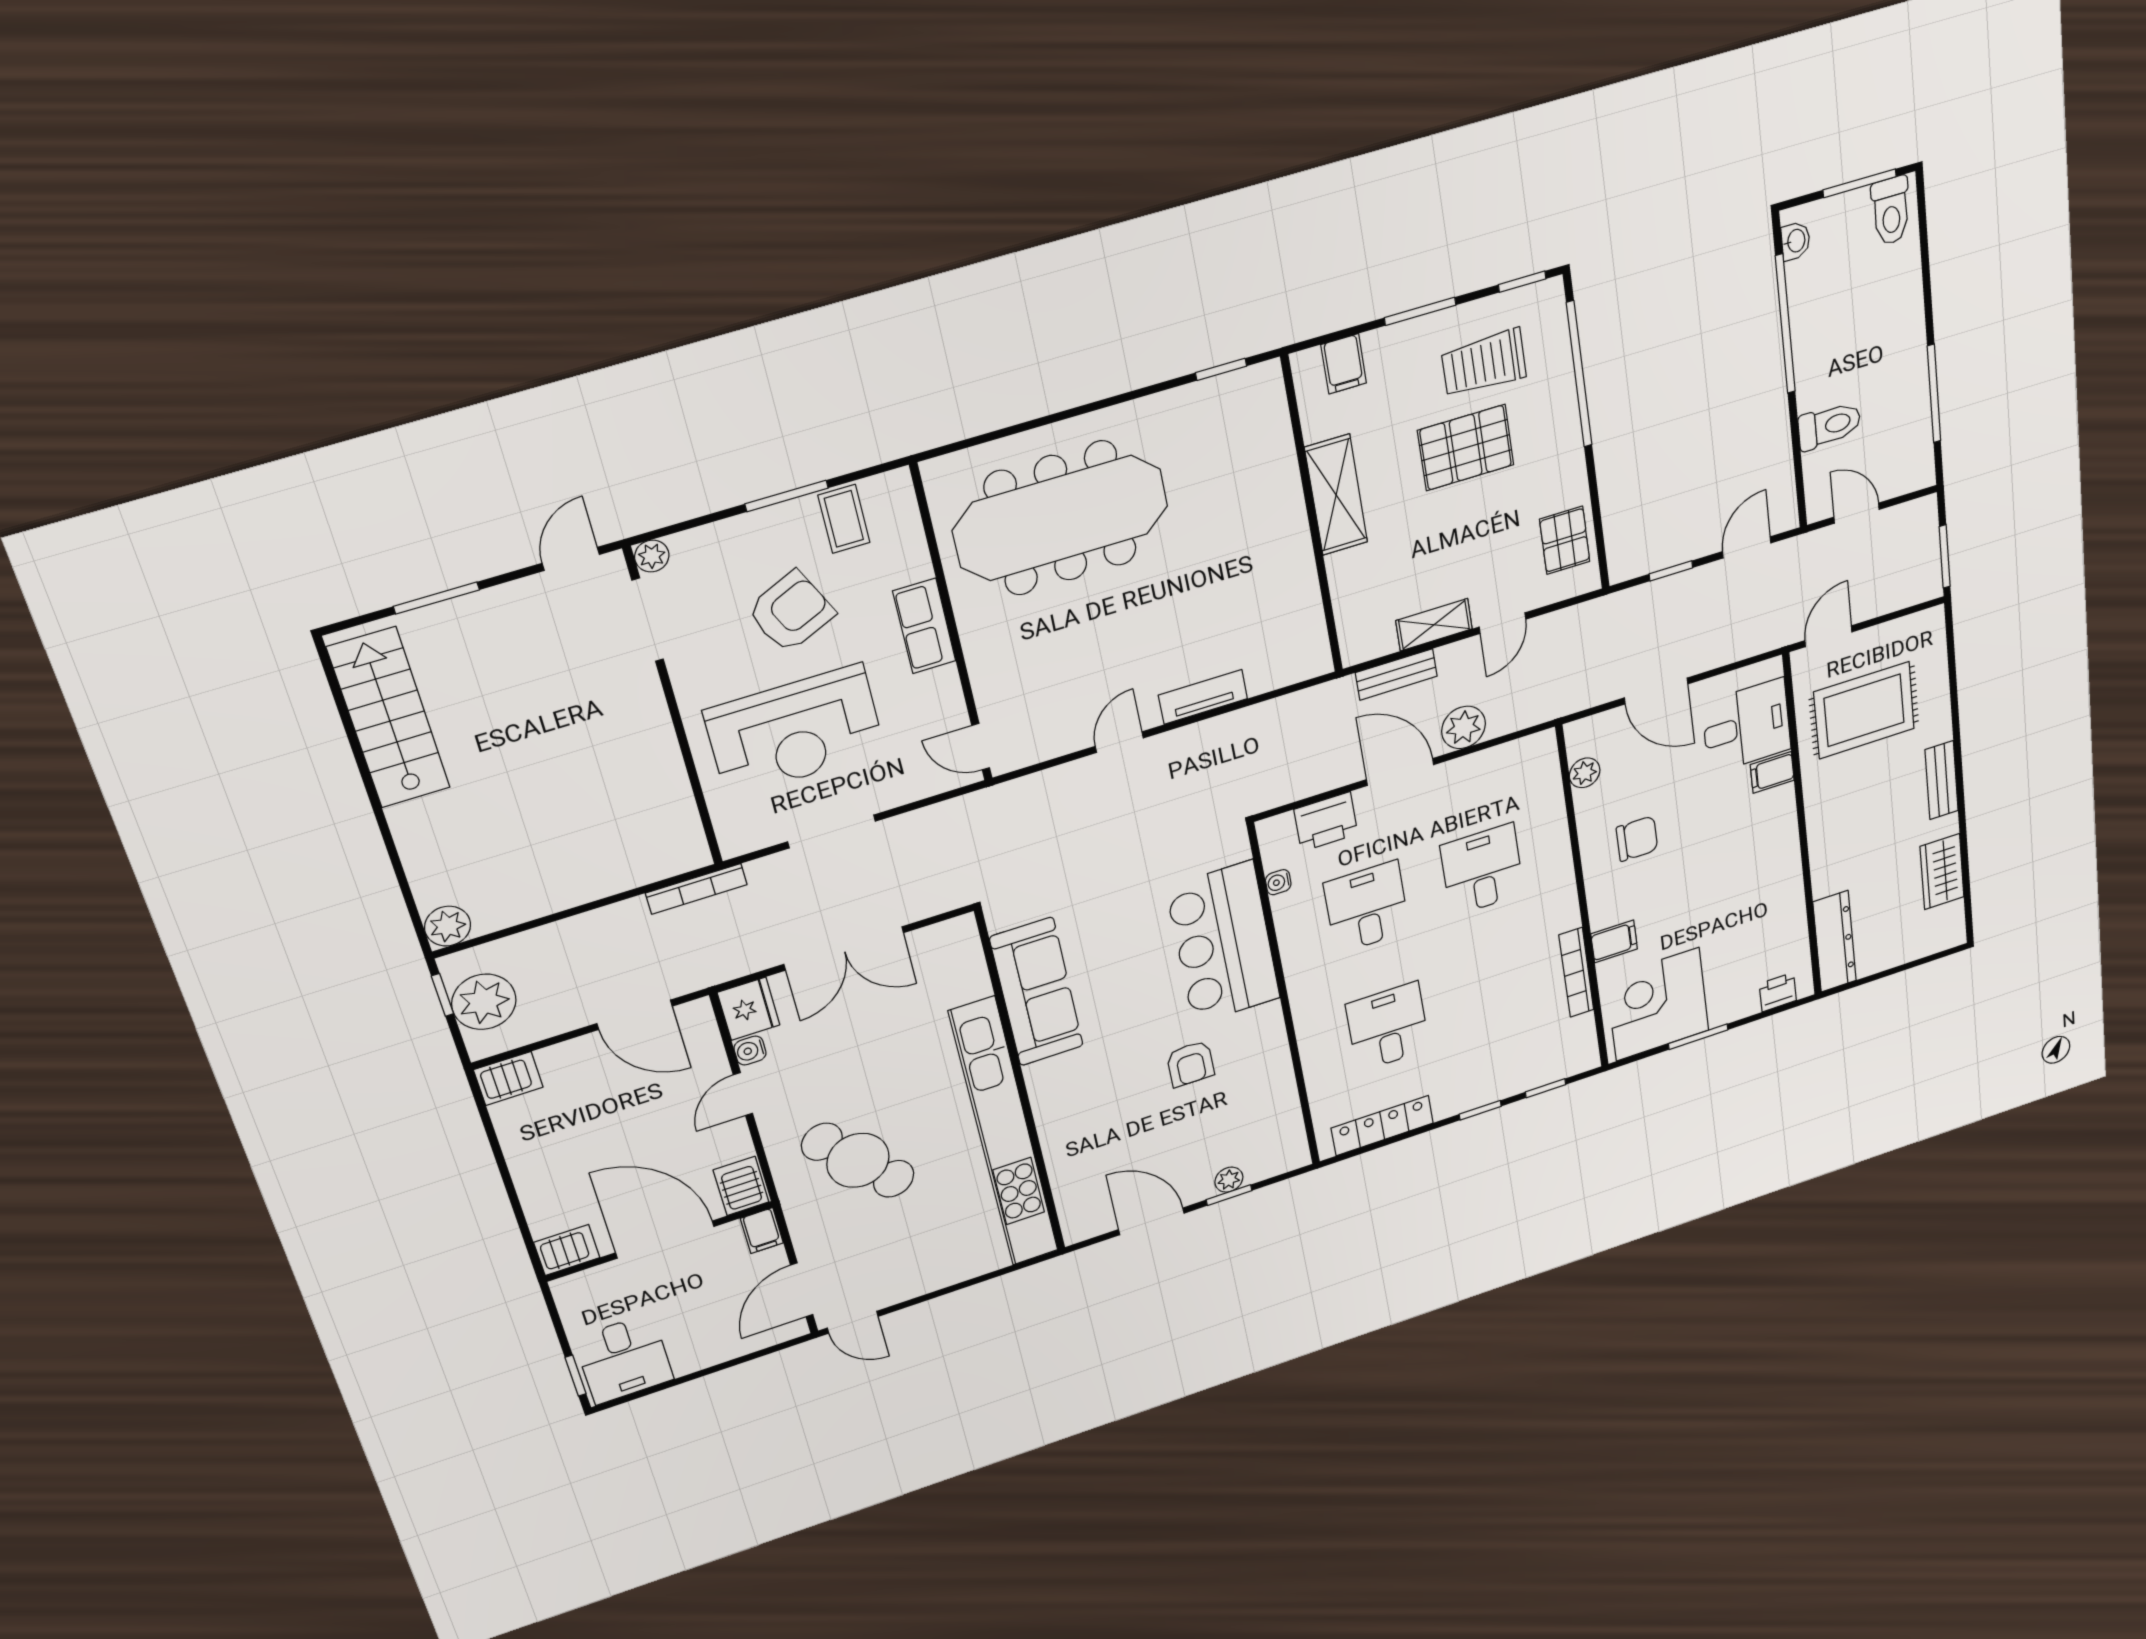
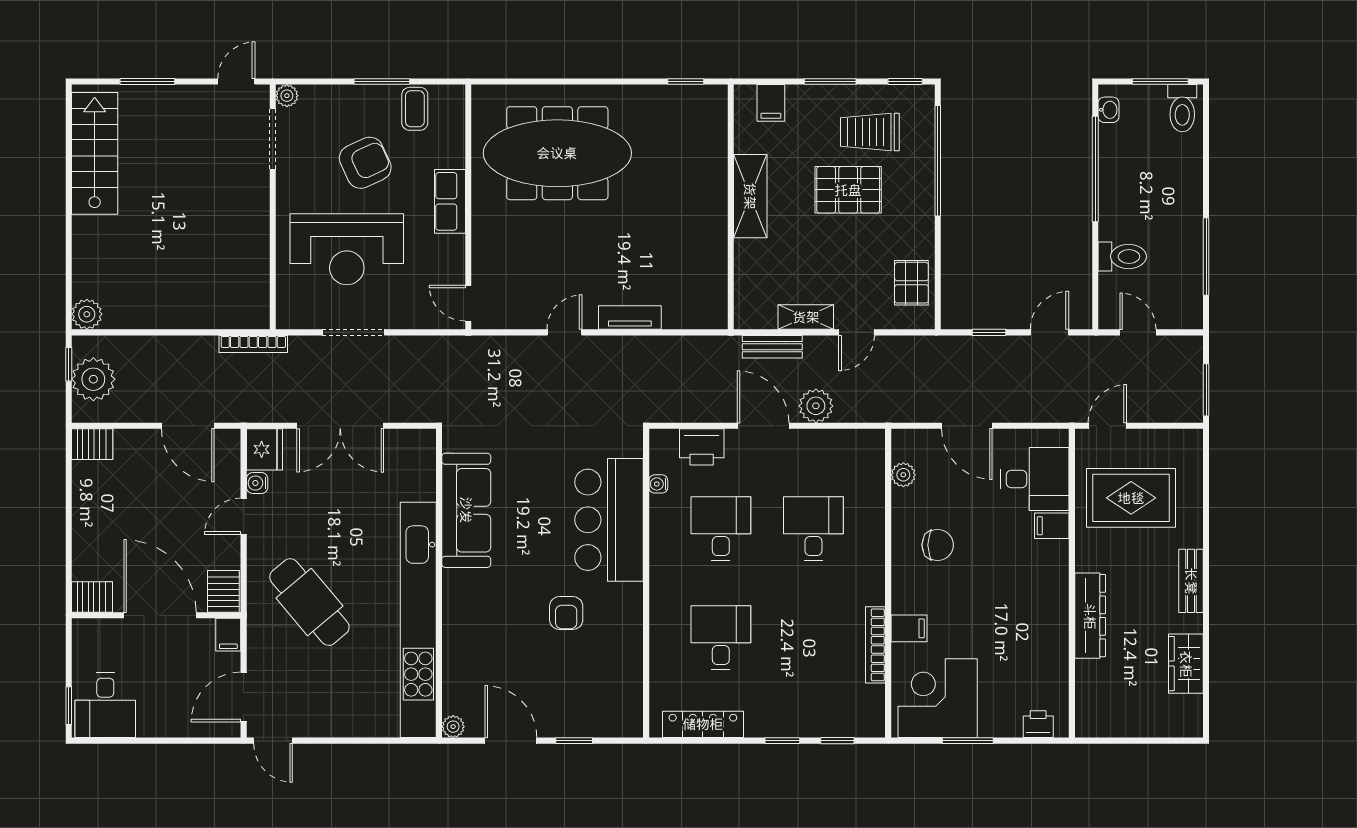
dresser: (1835, 941) -> (1090, 616), moved
plant: (1229, 1180) -> (453, 727), moved

